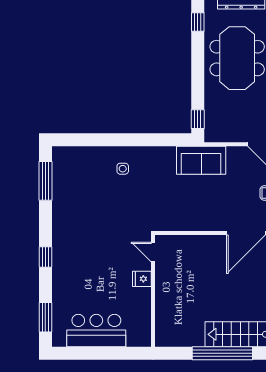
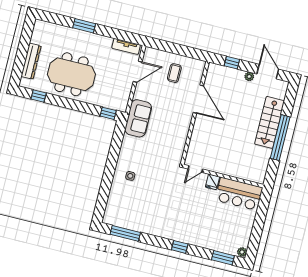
bar counter: (96, 331) -> (239, 194), moved, turned -90
plant: (59, 341) -> (242, 252), added

